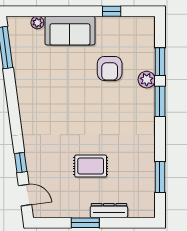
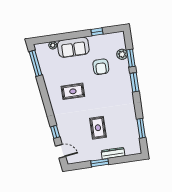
plant: (147, 80) -> (122, 54), moved
rug: (59, 101) -> (73, 91), added
rug: (91, 166) -> (98, 128), turned 90

